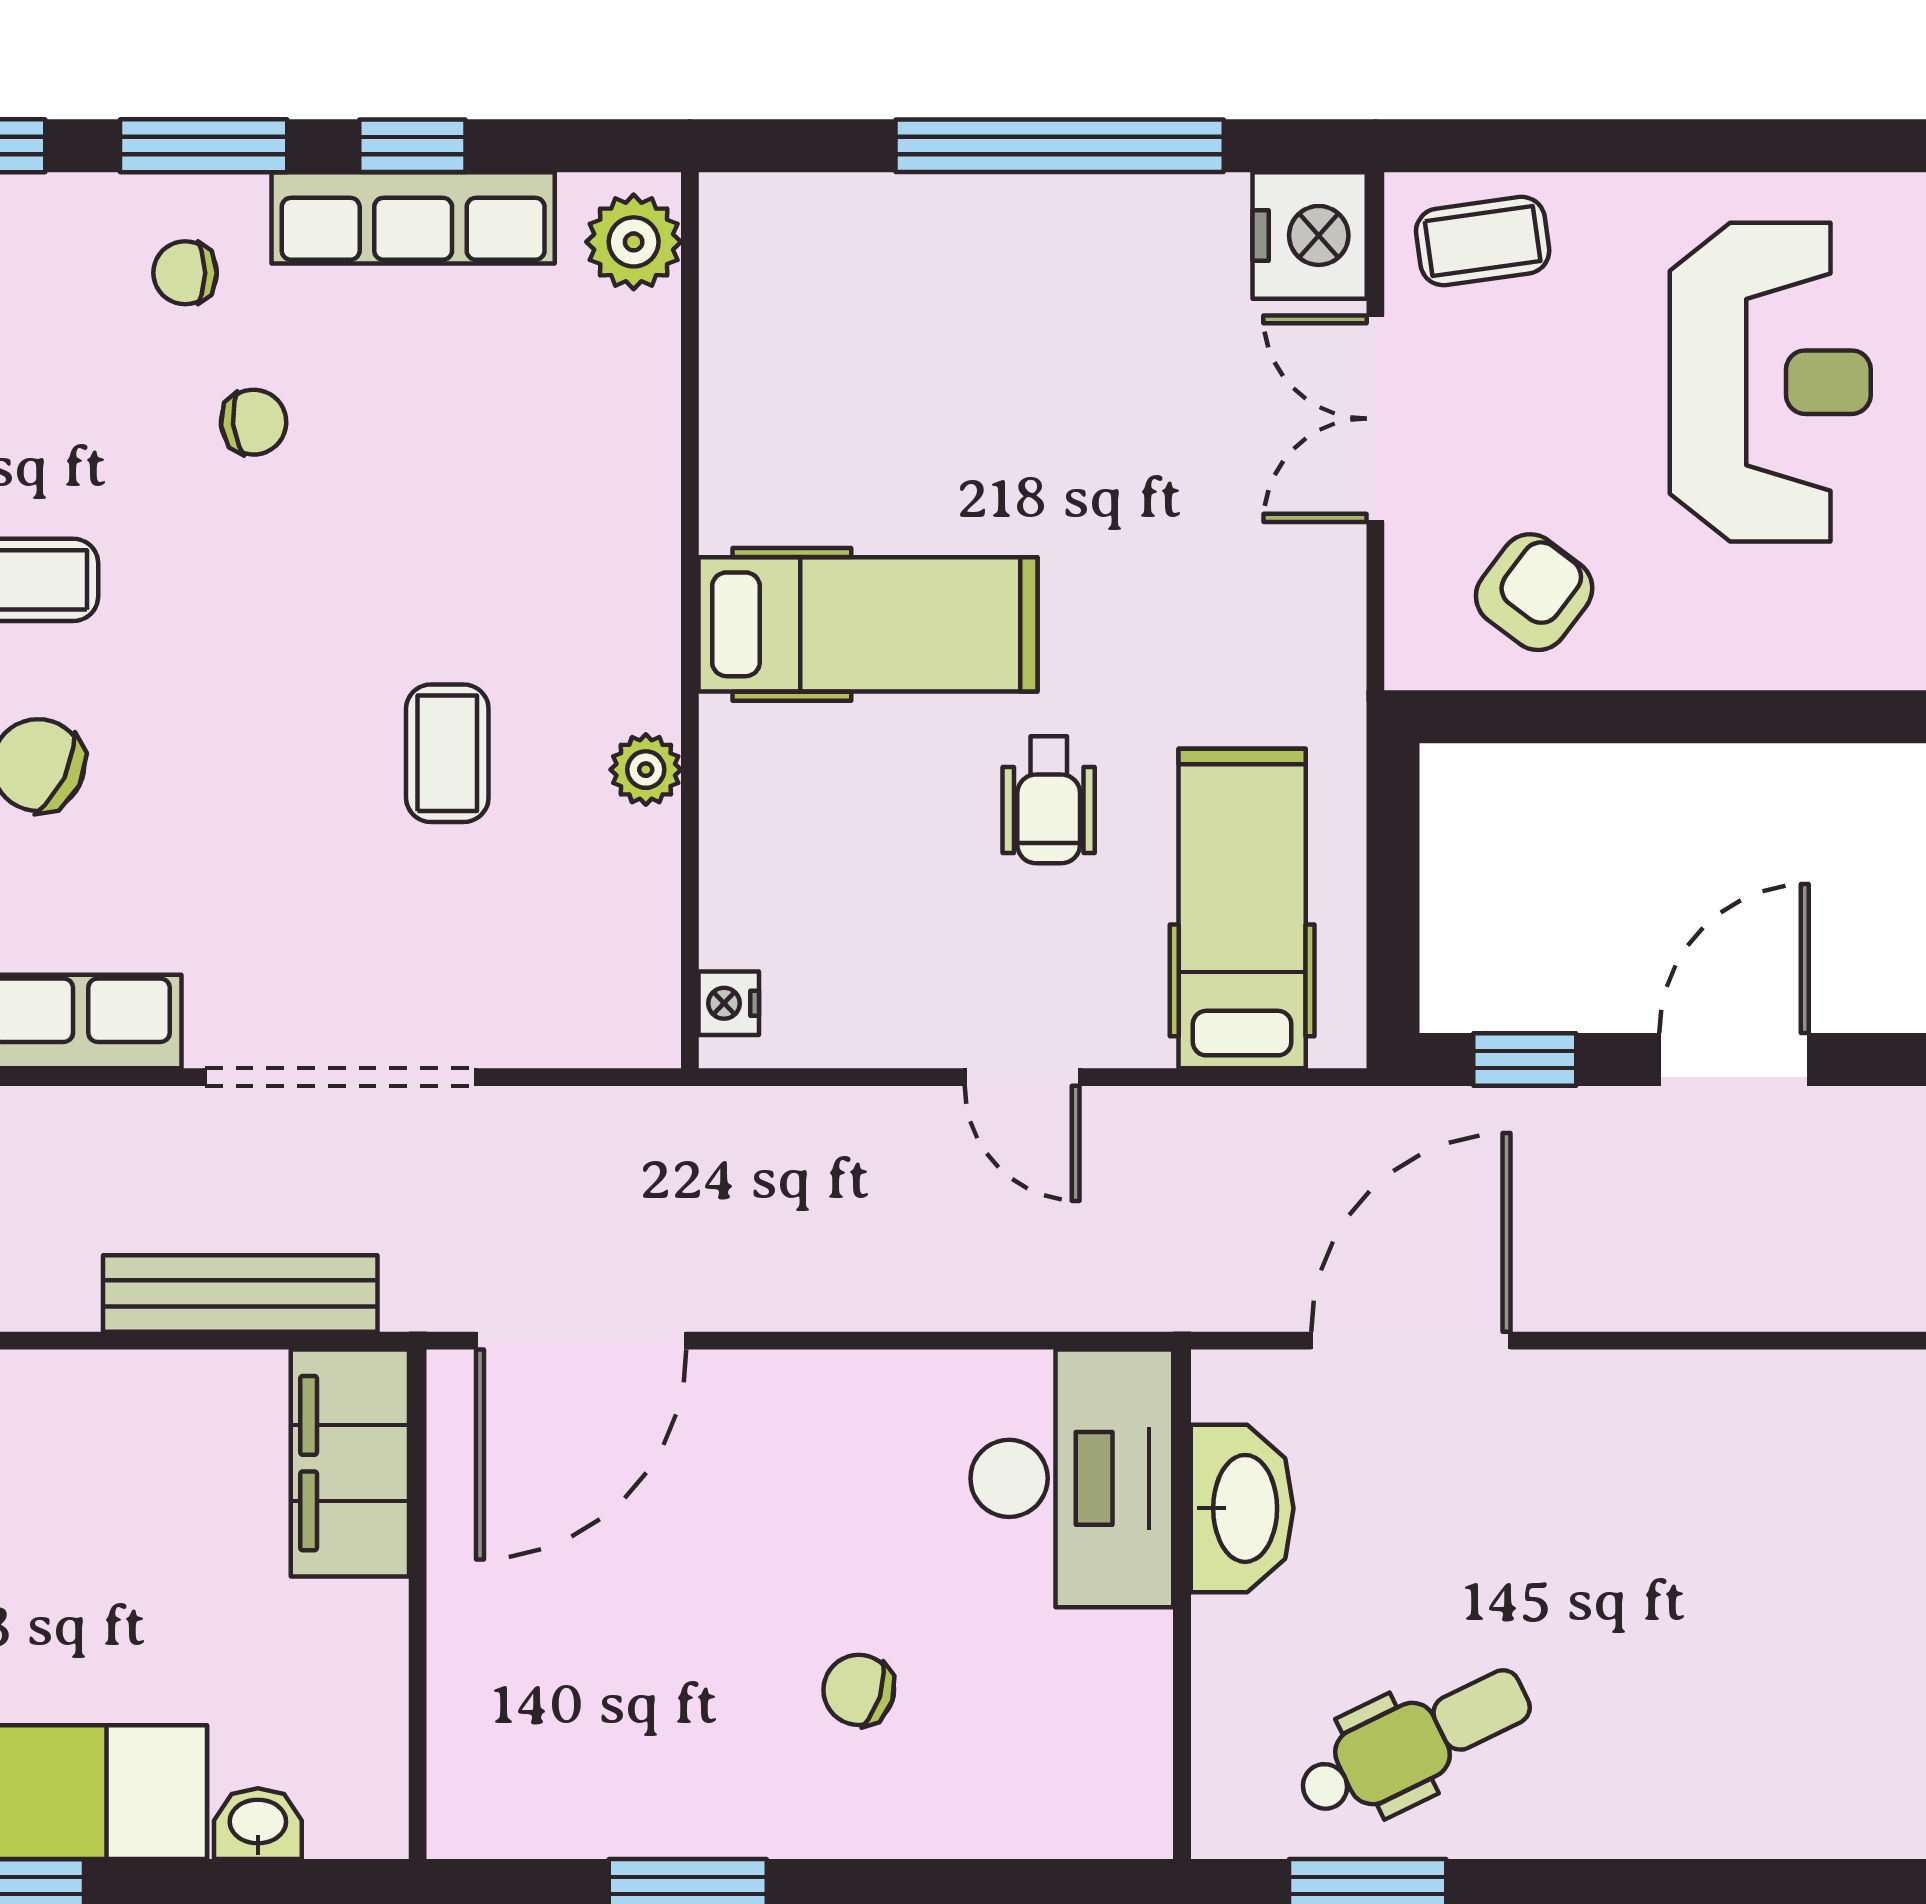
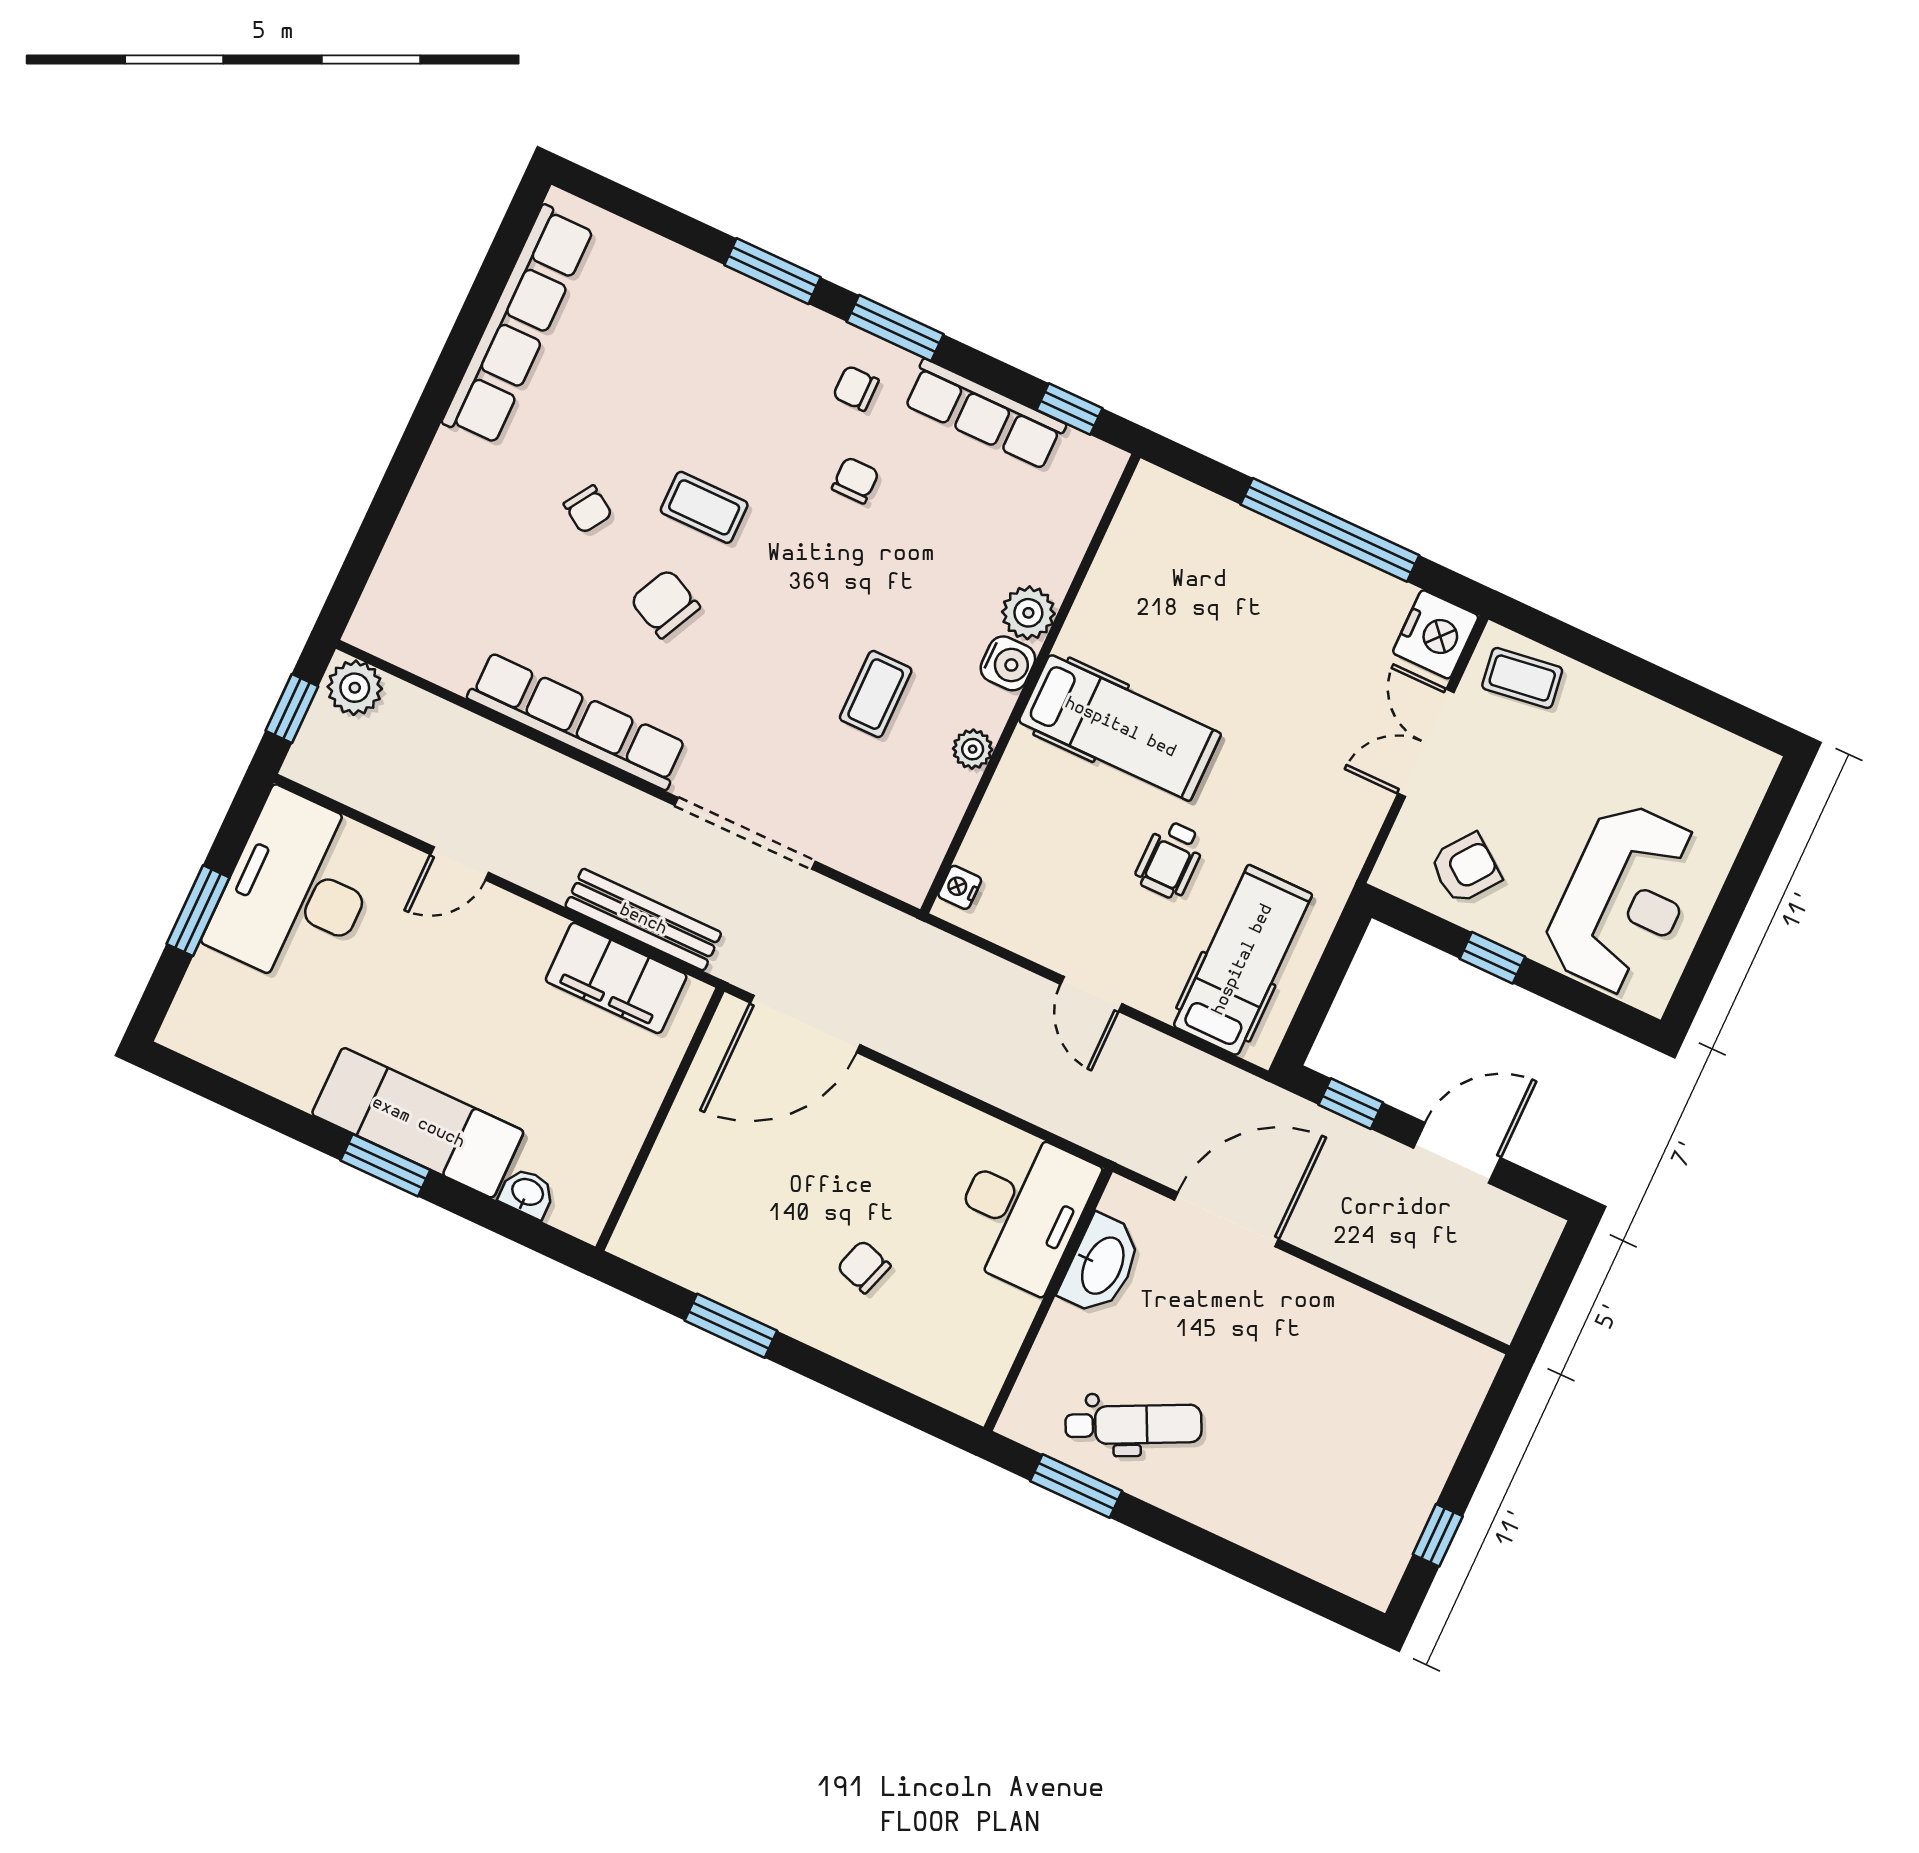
window: (412, 146) -> (1069, 409), moved
plant: (634, 242) -> (1028, 613), moved
reception desk: (1770, 382) -> (1624, 899), moved
chair: (254, 422) -> (855, 480), turned -84
water cooler: (638, 604) -> (1008, 663), added
window: (1645, 717) -> (1492, 958), added
filing cabinet: (350, 1463) -> (616, 978), moved, turned -90

